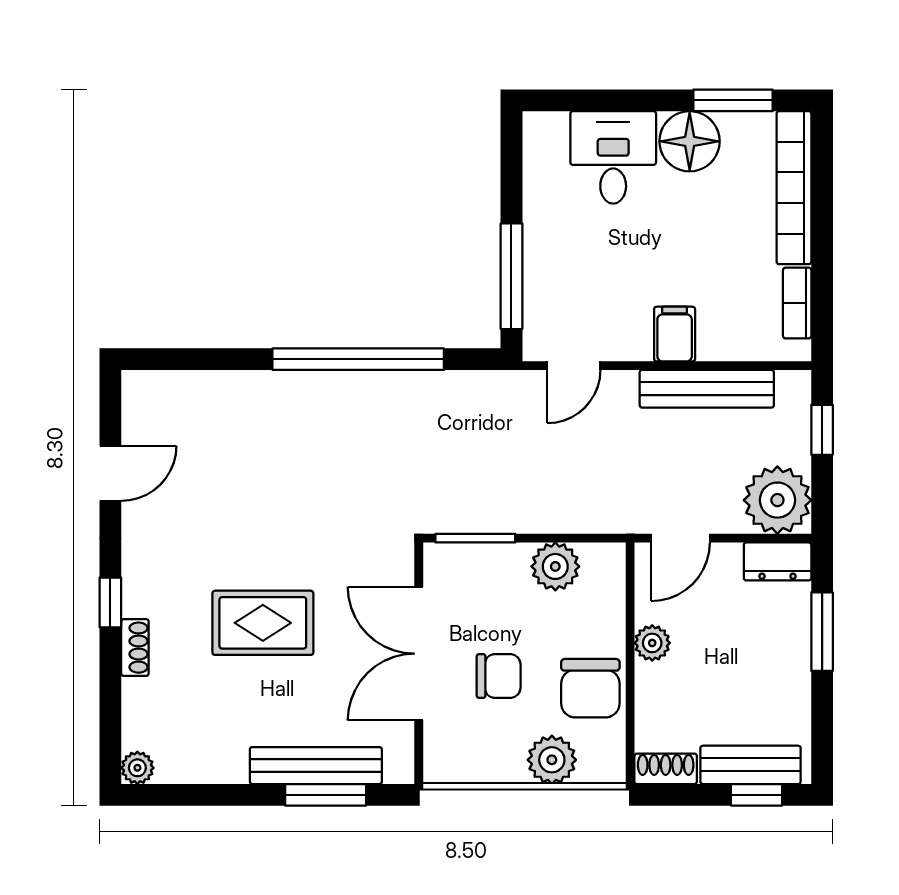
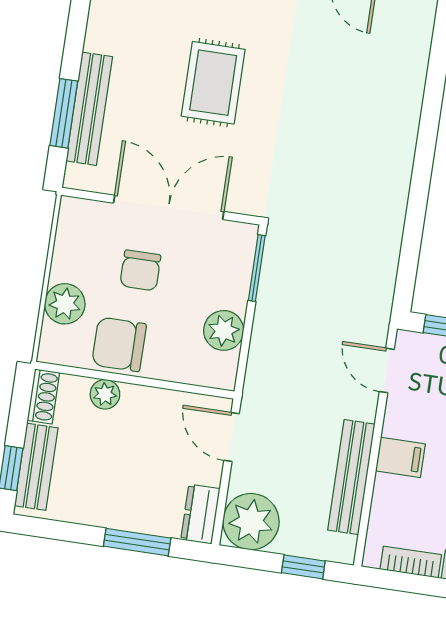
window: (358, 359) -> (419, 194), removed
plant: (652, 643) -> (105, 394), moved

